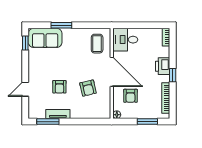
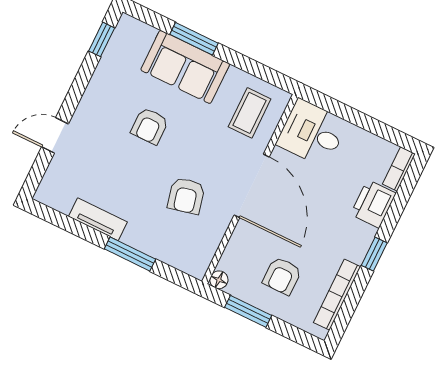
sofa: (45, 38) -> (185, 67), moved
printer: (163, 66) -> (373, 204), moved
armchair: (59, 87) -> (150, 126), moved
armchair: (130, 96) -> (282, 276), moved
window: (48, 122) -> (130, 254), moved
window: (147, 122) -> (248, 311), moved

